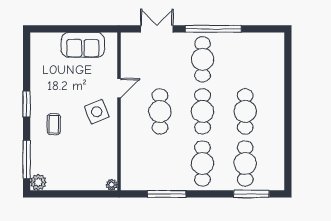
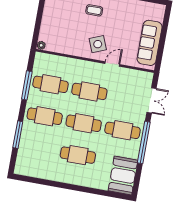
sofa: (83, 45) -> (150, 43), width x1.36
booth: (261, 48) -> (123, 176), added
door: (119, 88) -> (112, 64), swing flipped
cafe table: (245, 163) -> (50, 84), moved
window: (251, 194) -> (18, 135), moved

